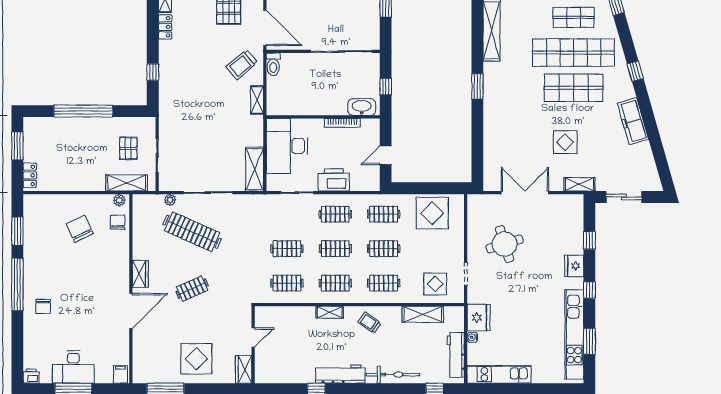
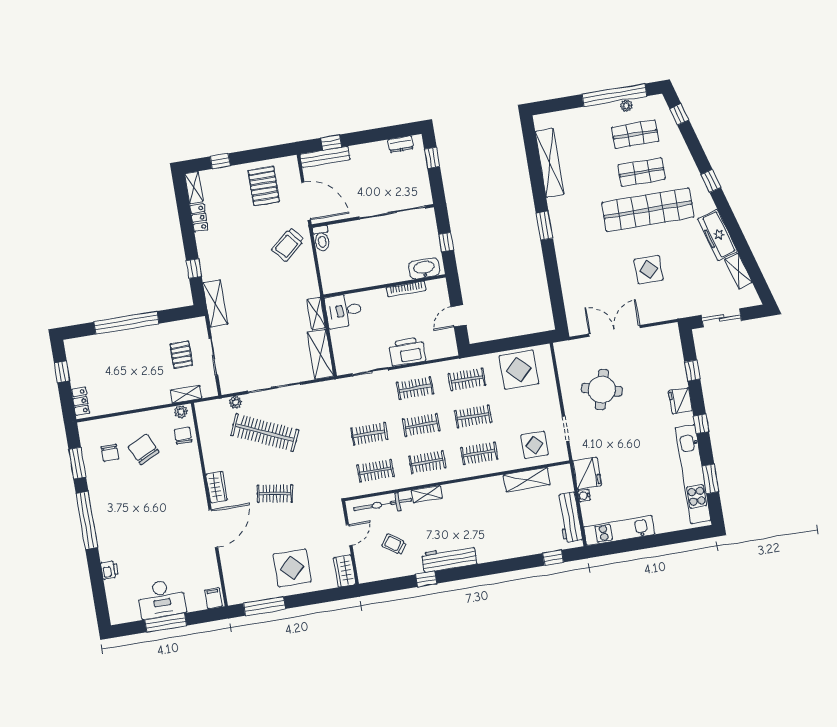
shop shelf: (574, 53) -> (642, 172), width x0.50, depth x0.74
shop shelf: (574, 88) -> (648, 210), width x1.40
shelving: (257, 100) -> (316, 314), moved
shelving: (167, 107) -> (215, 303), added
window: (17, 146) -> (62, 372), width x0.67
desk: (287, 146) -> (344, 311), width x0.53, depth x0.77
shelving: (127, 183) -> (186, 394), width x0.67, depth x0.75
shelving: (579, 184) -> (739, 271), moved, turned 74
round table: (505, 244) -> (602, 390), turned 32
clothes rail: (192, 289) -> (275, 494), turned 33
chair: (43, 306) -> (110, 453), moved
trolley: (369, 323) -> (394, 544), moved
bicycle: (393, 375) -> (383, 504), moved, turned 180
printer: (31, 376) -> (109, 570), moved, turned 90

